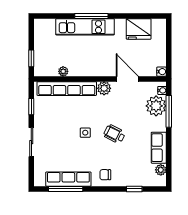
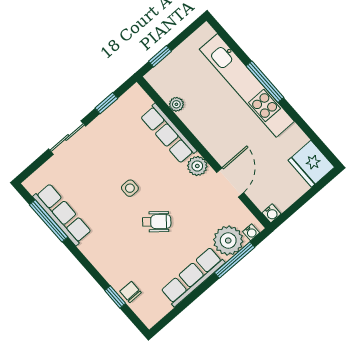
kitchen unit: (85, 27) -> (247, 85), width x1.36
fridge: (139, 29) -> (311, 164), moved
row of seats: (67, 89) -> (168, 134), width x0.73
wheelchair: (114, 134) -> (157, 222), turned 103
row of seats: (159, 148) -> (193, 277), width x1.48
plant: (161, 170) -> (162, 308), removed
chair: (105, 175) -> (131, 292), moved

